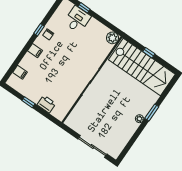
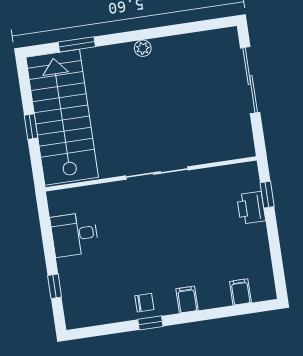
desk: (77, 19) -> (75, 234), moved
plant: (112, 38) -> (60, 202), removed
window: (28, 102) -> (267, 195), moved
window: (152, 113) -> (77, 44), moved

